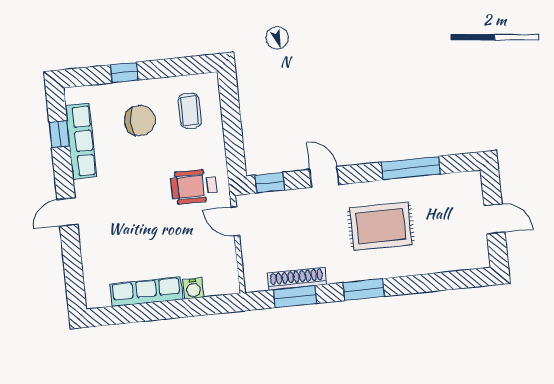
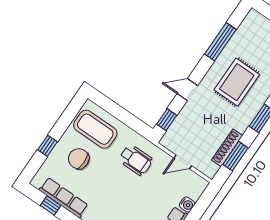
coffee table: (190, 111) -> (95, 129), width x1.86, depth x1.72
chair: (140, 121) -> (79, 159), turned -90
wheelchair: (194, 187) -> (136, 160), turned -90
door: (235, 221) -> (183, 162), moved

